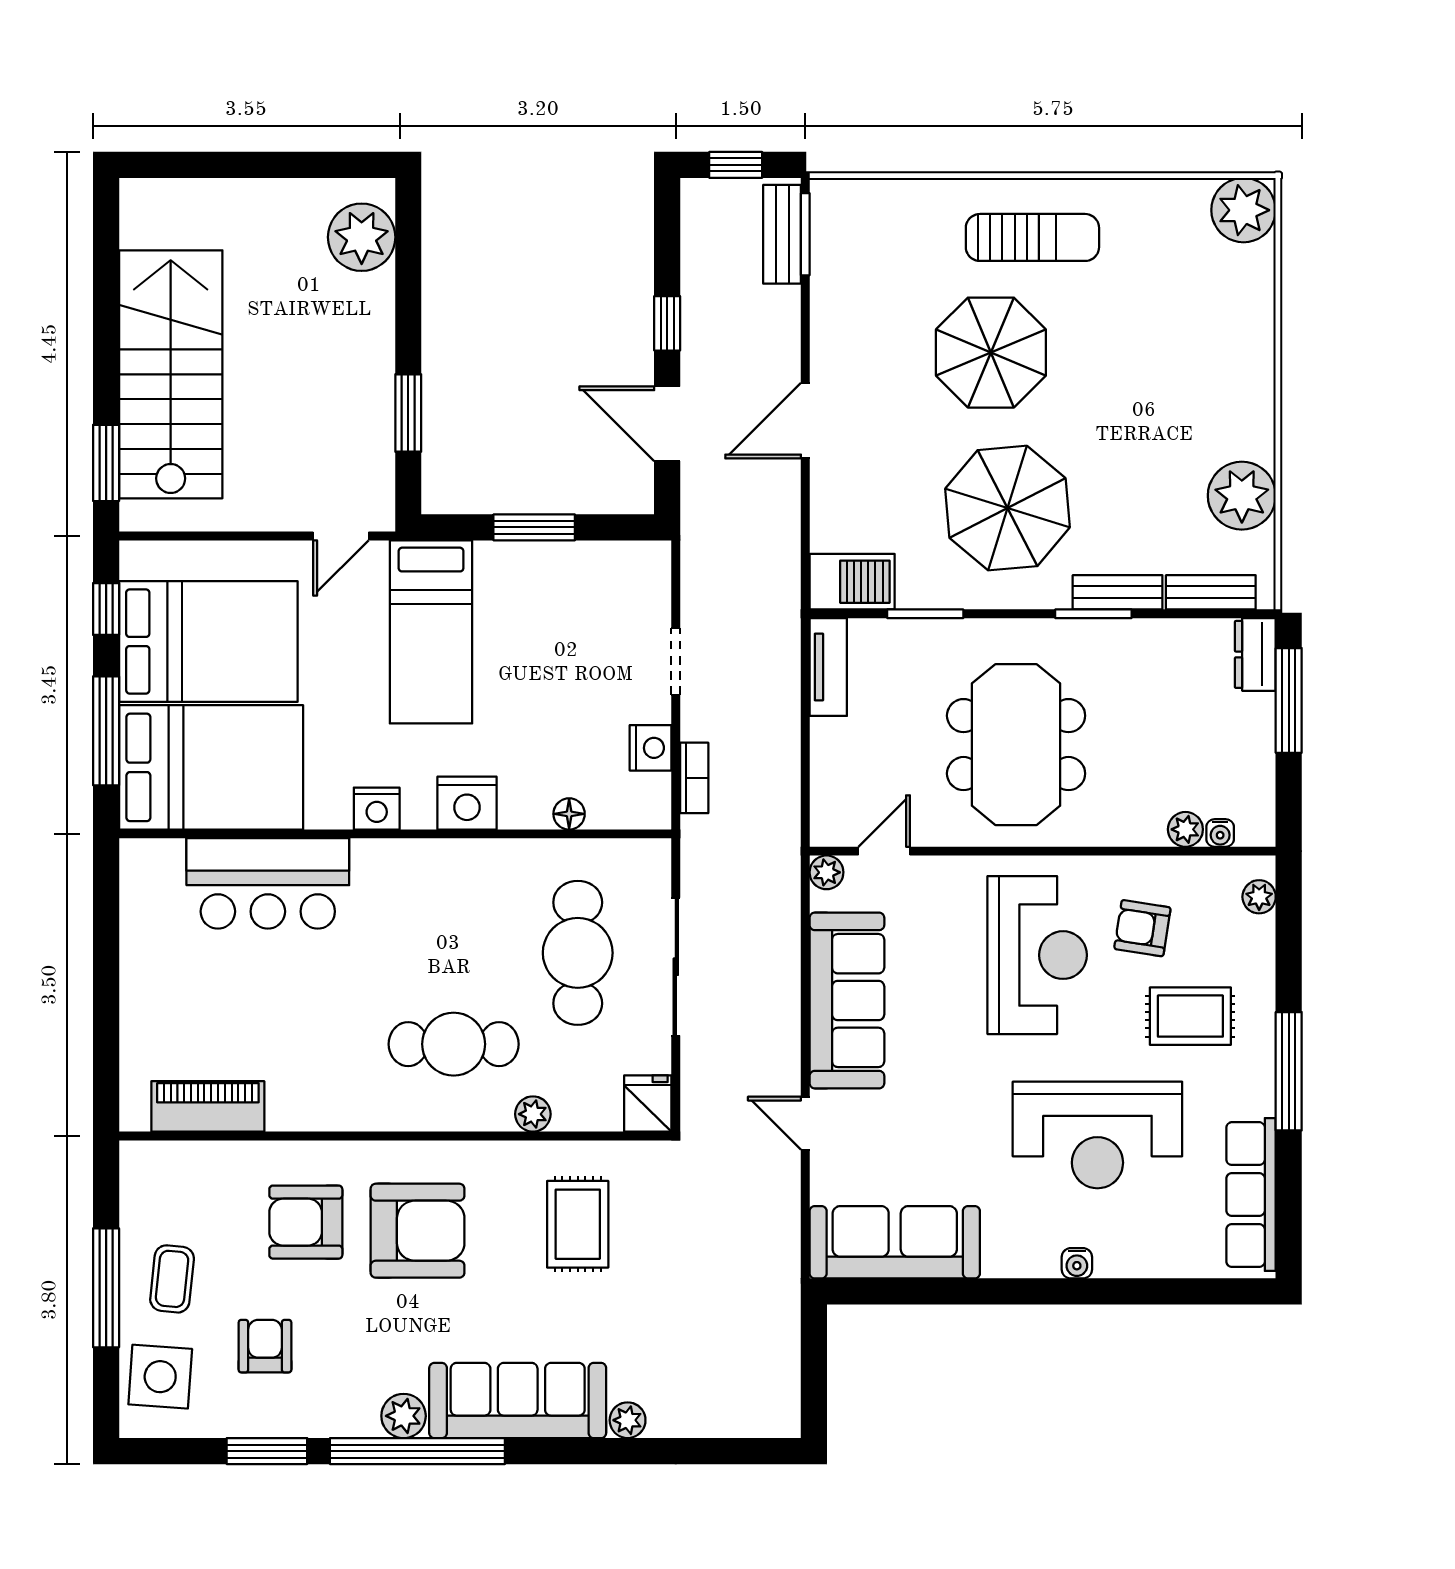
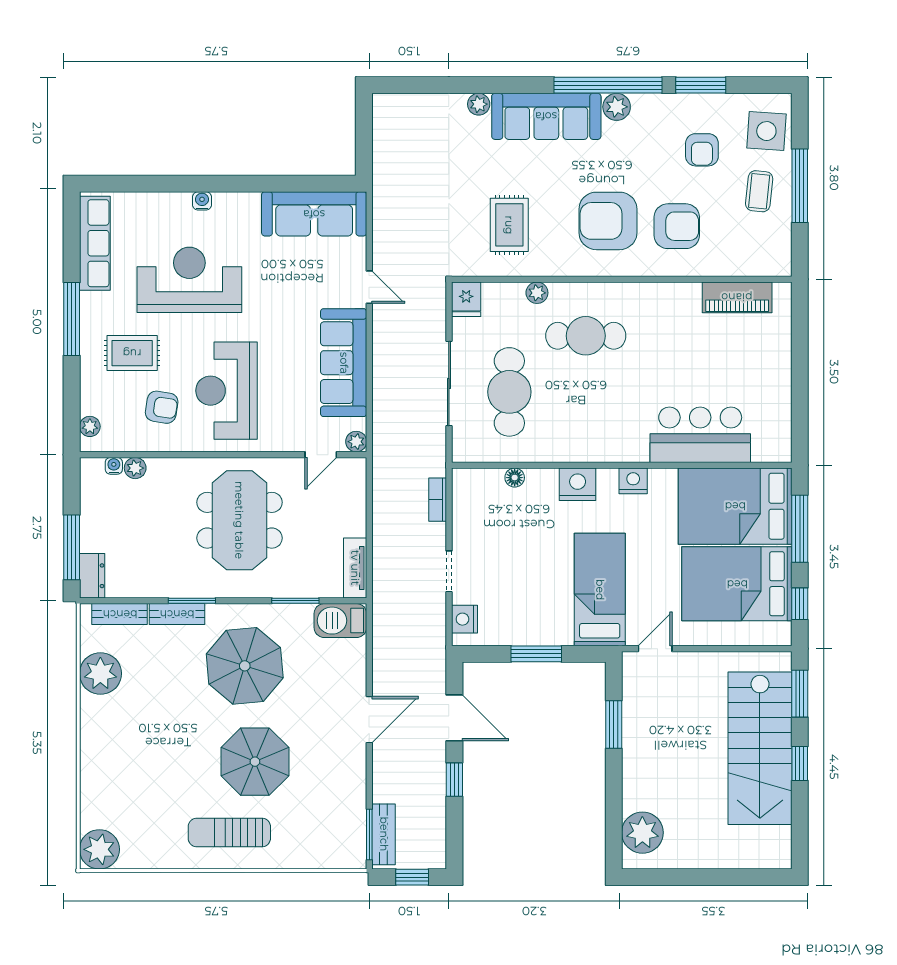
window: (106, 349) -> (800, 764), added
nightstand: (651, 748) -> (464, 619), moved

